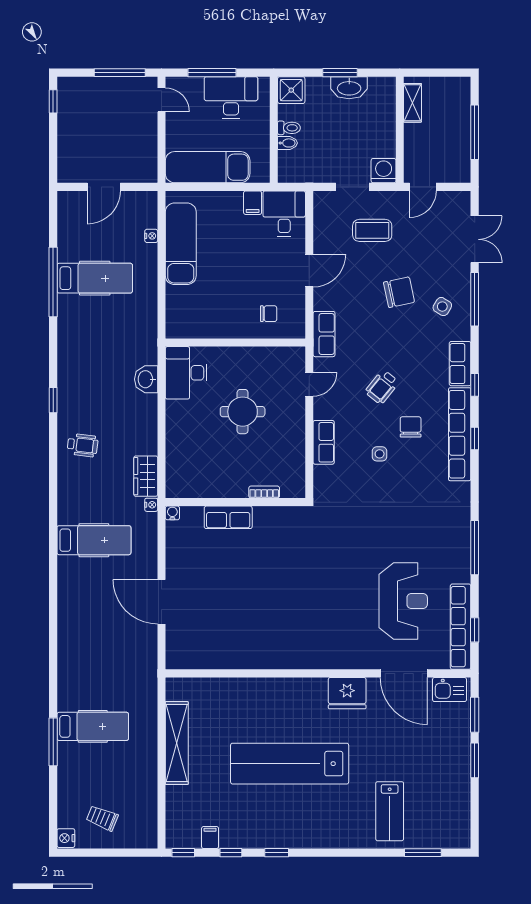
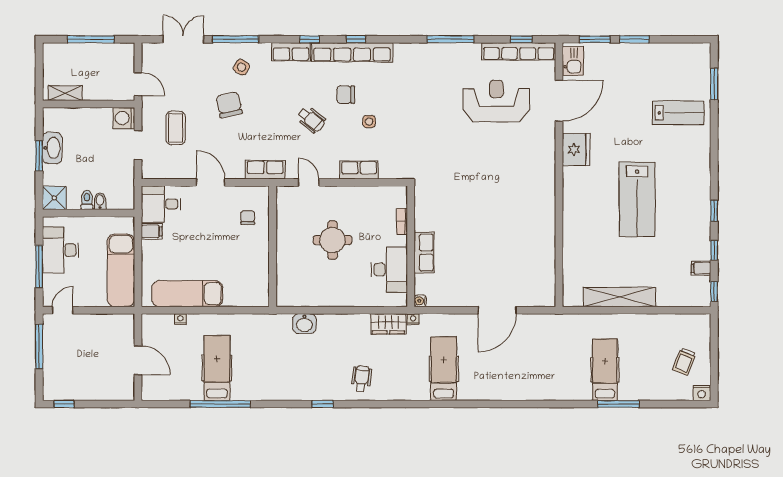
desk: (186, 373) -> (389, 270), moved, turned -90
lab bench: (290, 764) -> (637, 199), width x0.73

